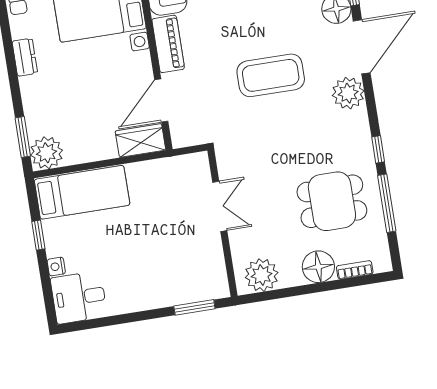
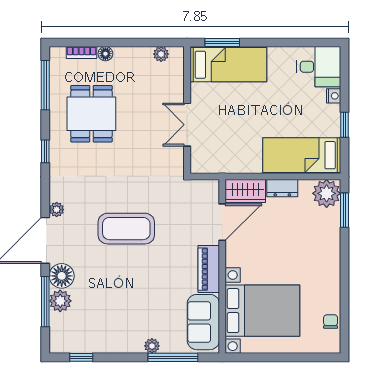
dresser: (25, 57) -> (282, 188), moved, turned -90
plant: (348, 93) -> (57, 210), width x0.53, depth x0.53
dining table: (332, 201) -> (91, 114), turned 90
window: (387, 203) -> (45, 85), moved
floor lamp: (318, 267) -> (105, 54), width x0.53, depth x0.53
plant: (262, 275) -> (161, 54), width x0.53, depth x0.53
bed: (183, 283) -> (228, 65), added

